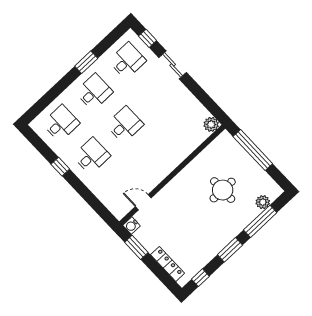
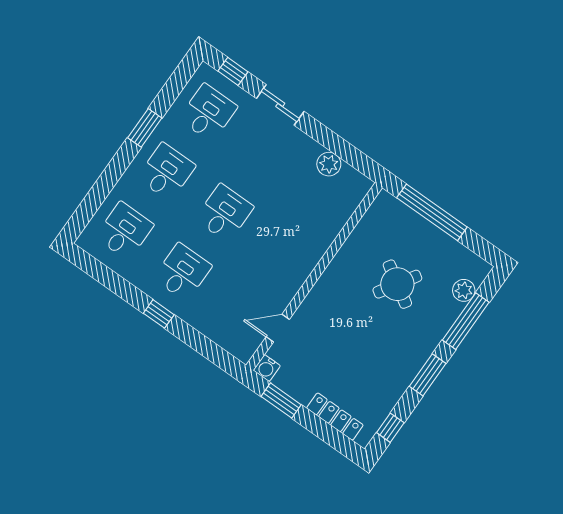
plant: (211, 124) -> (329, 164), moved
window: (60, 167) -> (159, 314), moved
round table: (223, 190) -> (397, 284), turned 32

